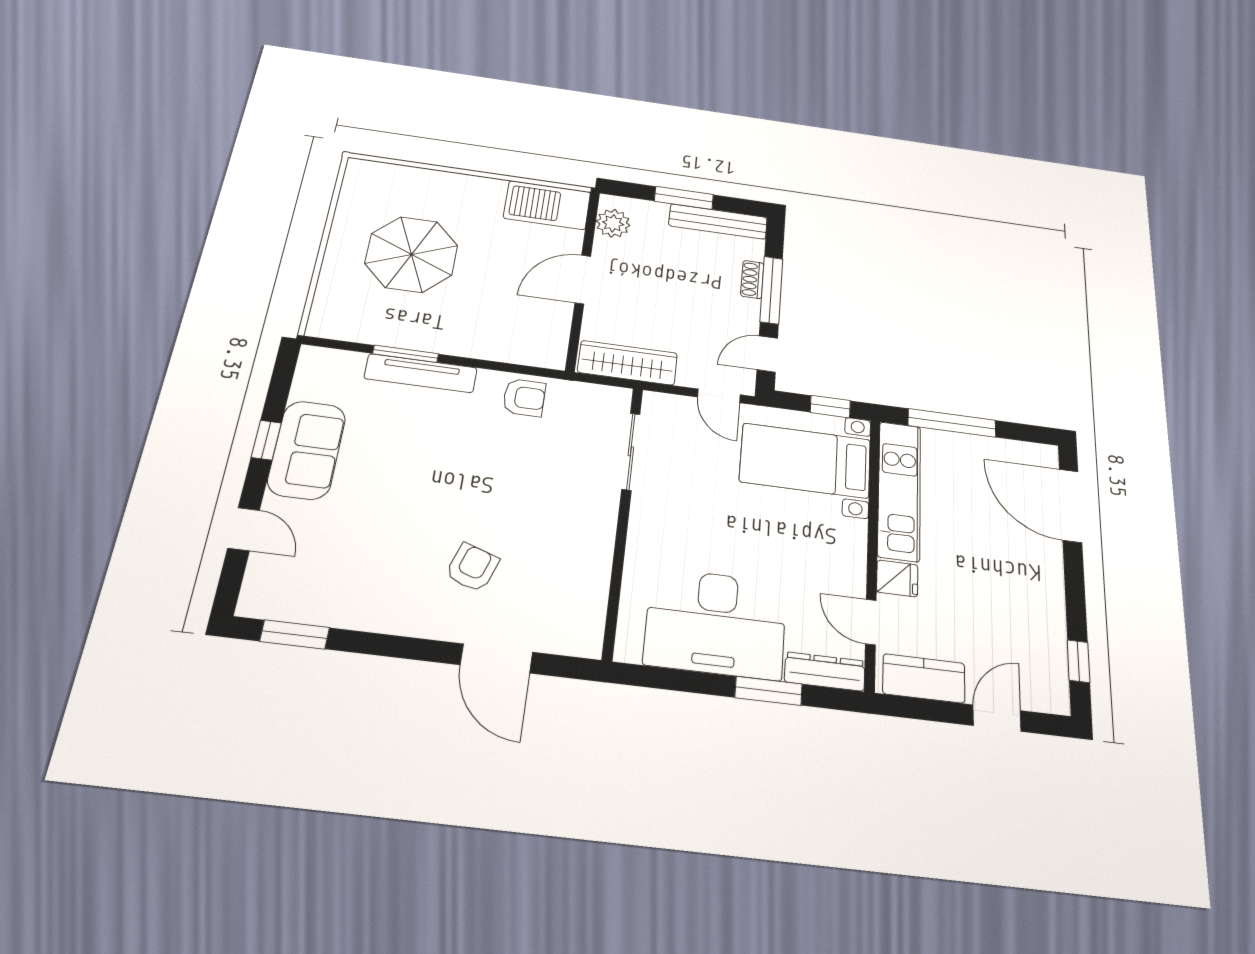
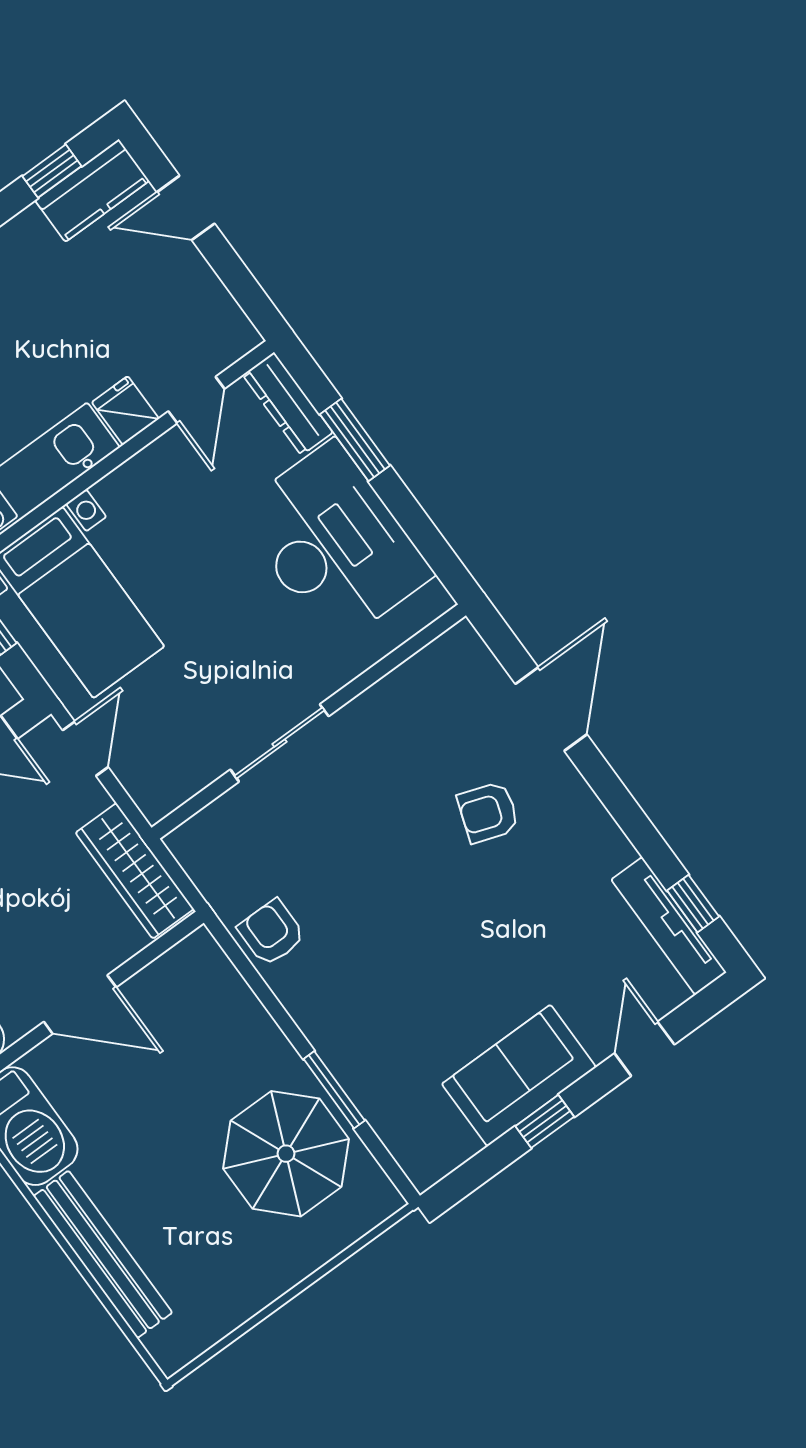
bench: (443, 183) -> (103, 1254), added
parasol: (411, 254) -> (286, 1154), moved
tv unit: (421, 373) -> (669, 926), moved, turned 180
sliding door: (631, 451) -> (279, 743), moved
window: (295, 634) -> (693, 904), width x0.67
kitchen counter: (924, 678) -> (92, 191), moved, turned -90

